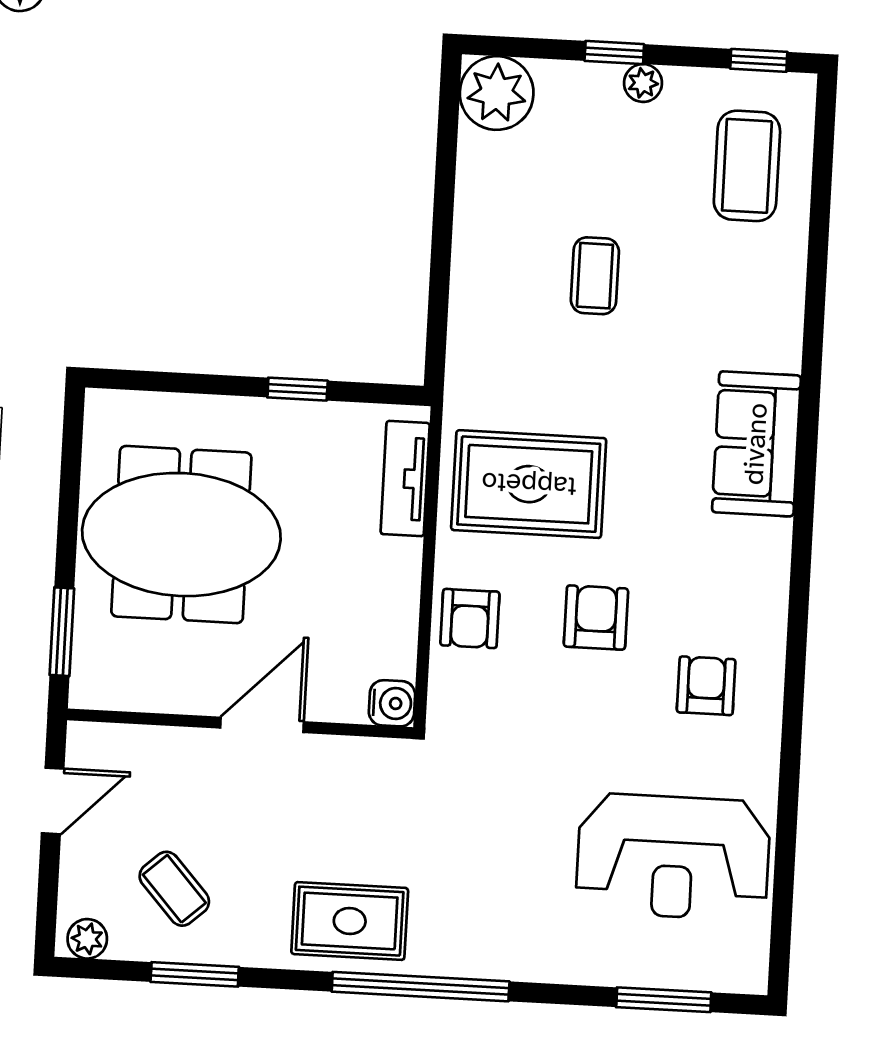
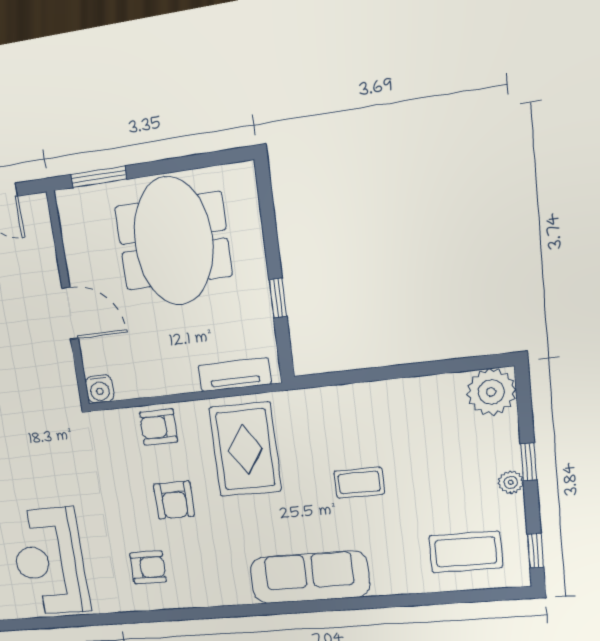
coffee table: (595, 276) -> (359, 483), moved
sofa: (756, 444) -> (310, 577), width x1.36
armchair: (596, 618) -> (174, 500), turned 90

